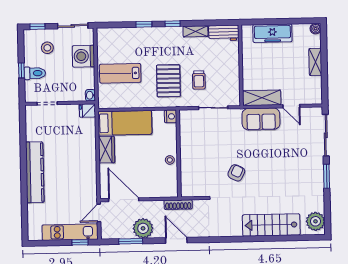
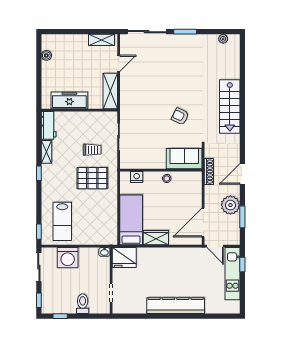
window: (144, 24) -> (39, 232), moved
boiler: (316, 29) -> (46, 55), moved
freezer: (272, 33) -> (69, 100), moved, turned -90
stool: (47, 48) -> (59, 291), removed
shelving: (315, 62) -> (102, 40), moved
window: (21, 70) -> (60, 316), moved
lab bench: (120, 73) -> (62, 221), moved
fridge: (87, 111) -> (124, 257), width x1.88, depth x1.34
nightstand: (171, 116) -> (137, 177), moved
sofa: (261, 119) -> (184, 159), moved, turned -90
plant: (315, 221) -> (223, 39), width x0.53, depth x0.53
stairs: (271, 225) -> (230, 107), moved

